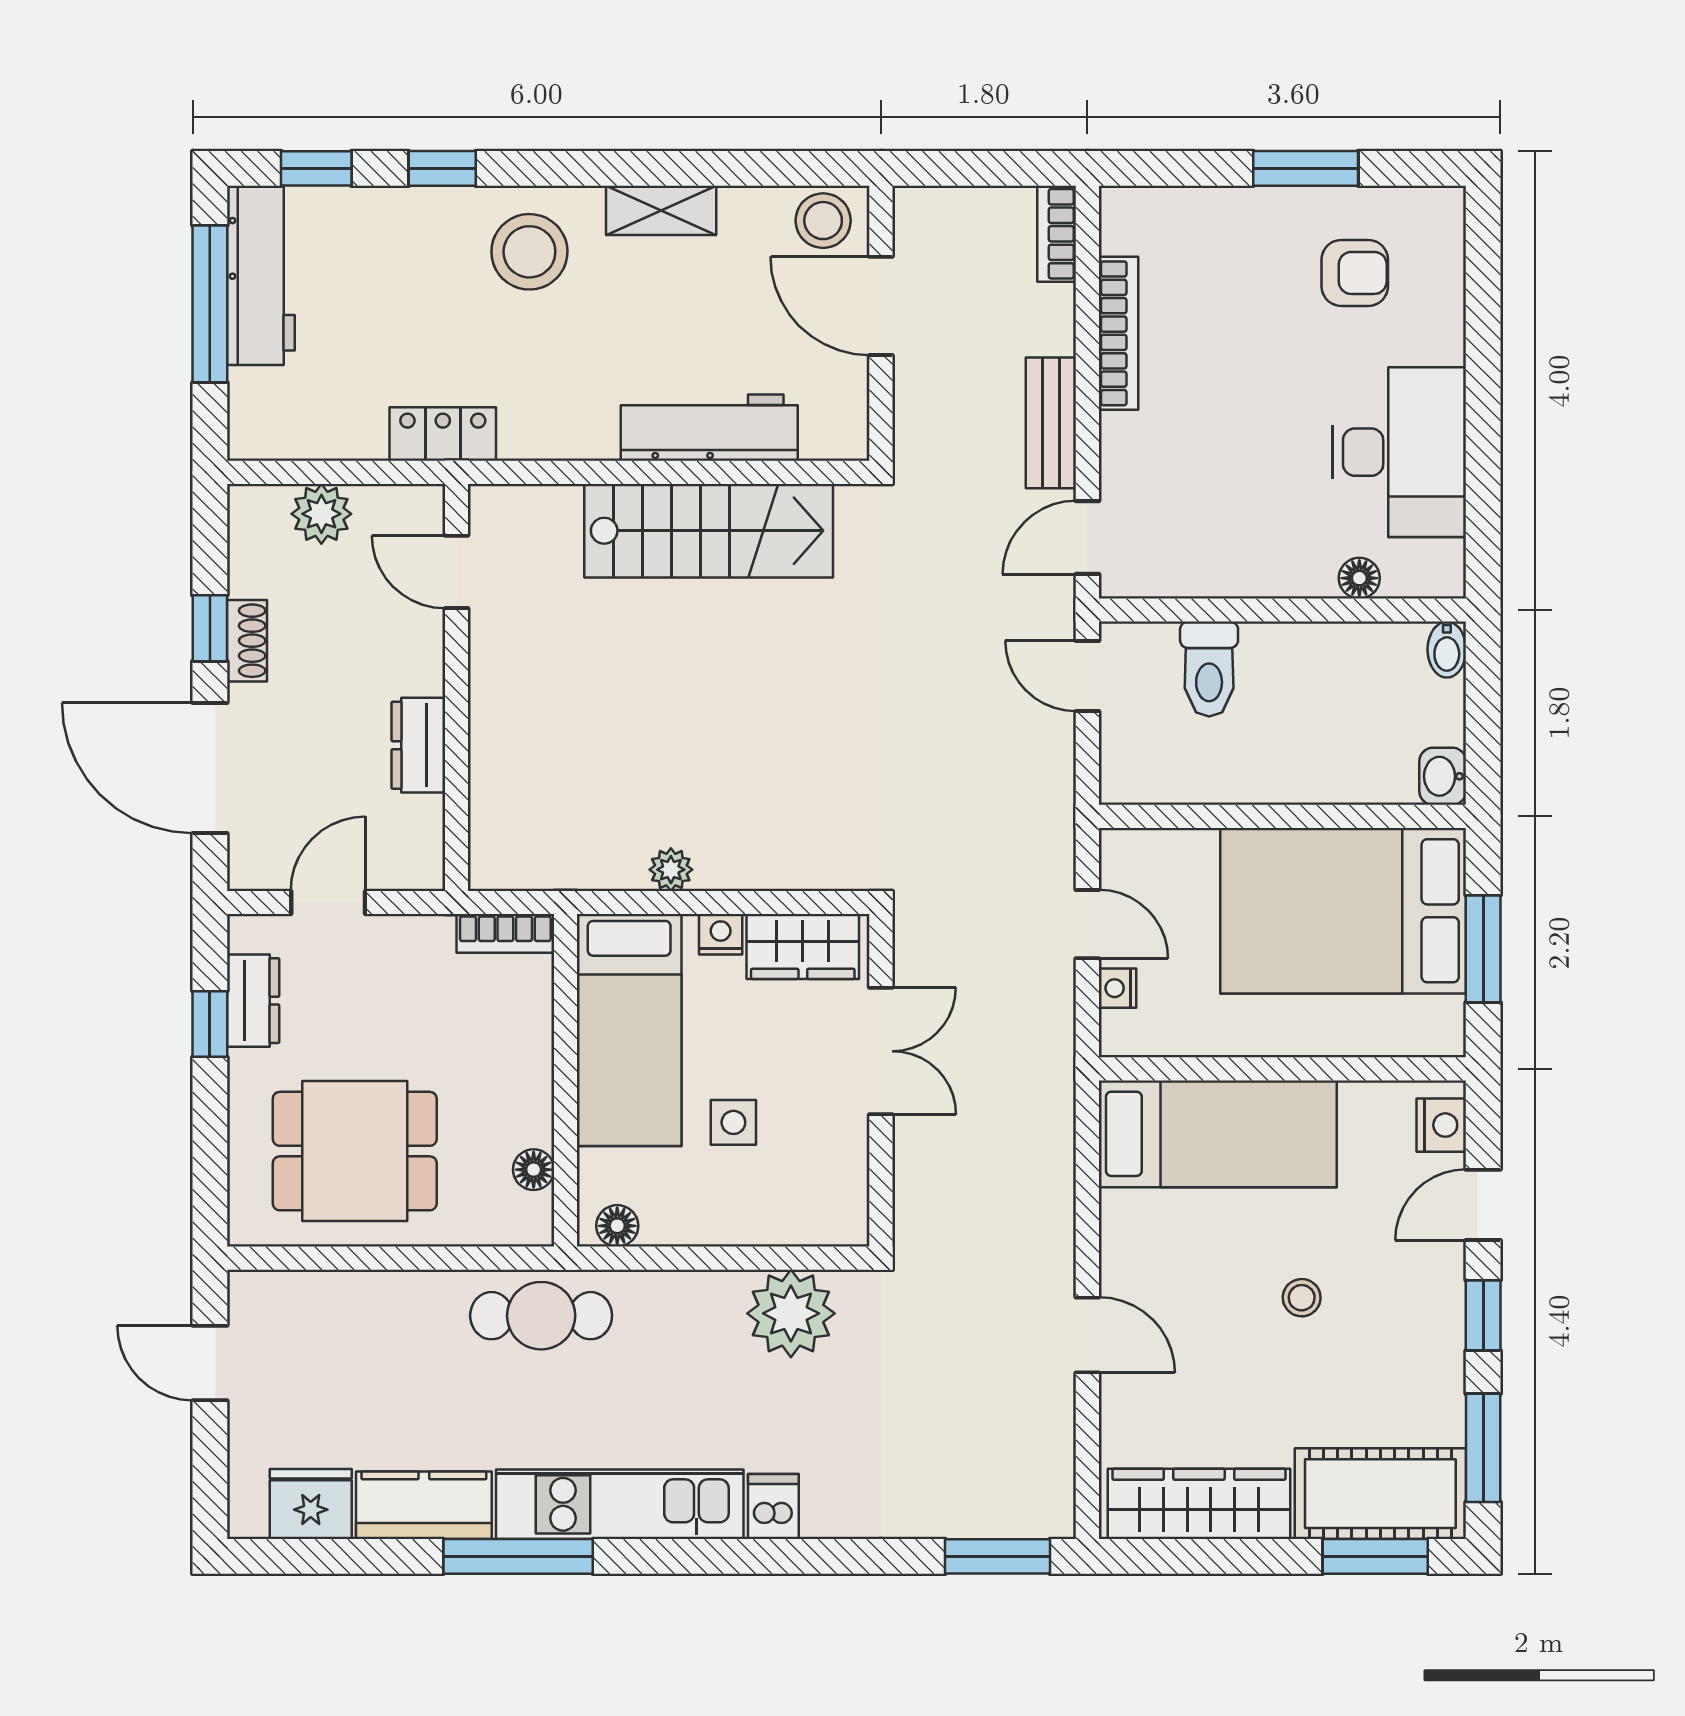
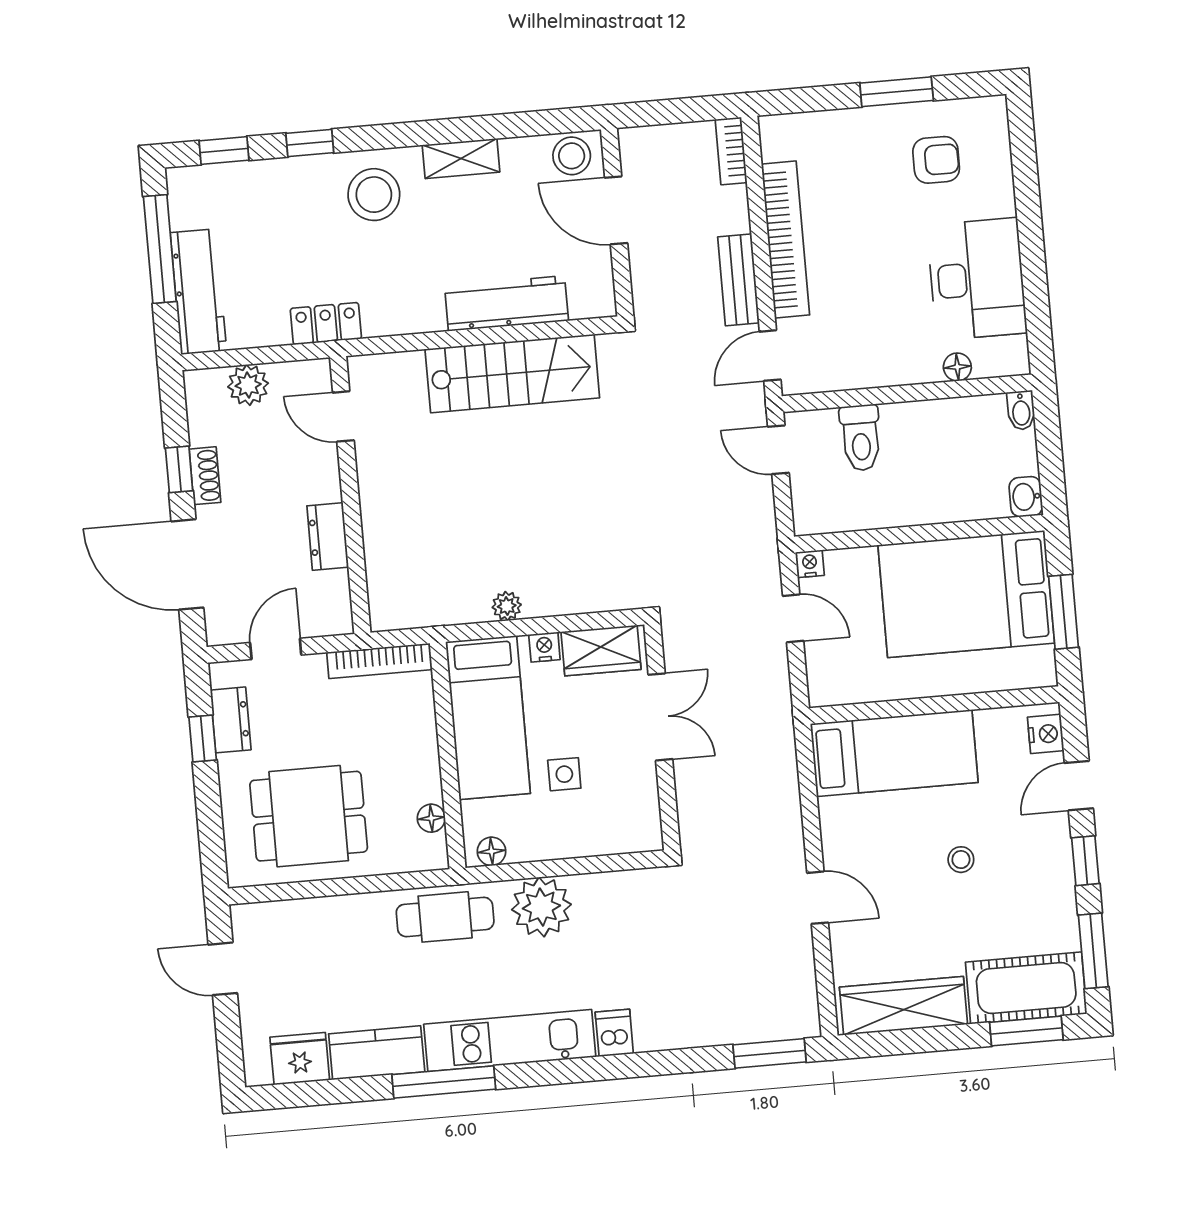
workbench: (261, 275) -> (198, 292), moved
bookcase: (1118, 333) -> (785, 239), width x1.48, depth x1.31
bookcase: (505, 933) -> (379, 661), width x1.56
nightstand: (1118, 988) -> (810, 564), moved, turned 90
plant: (791, 1313) -> (541, 907), moved

